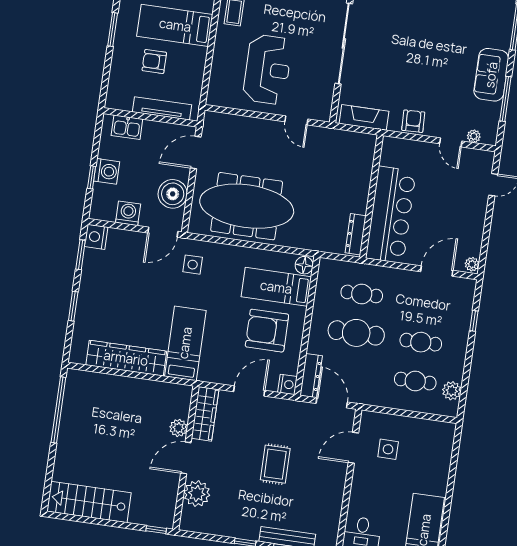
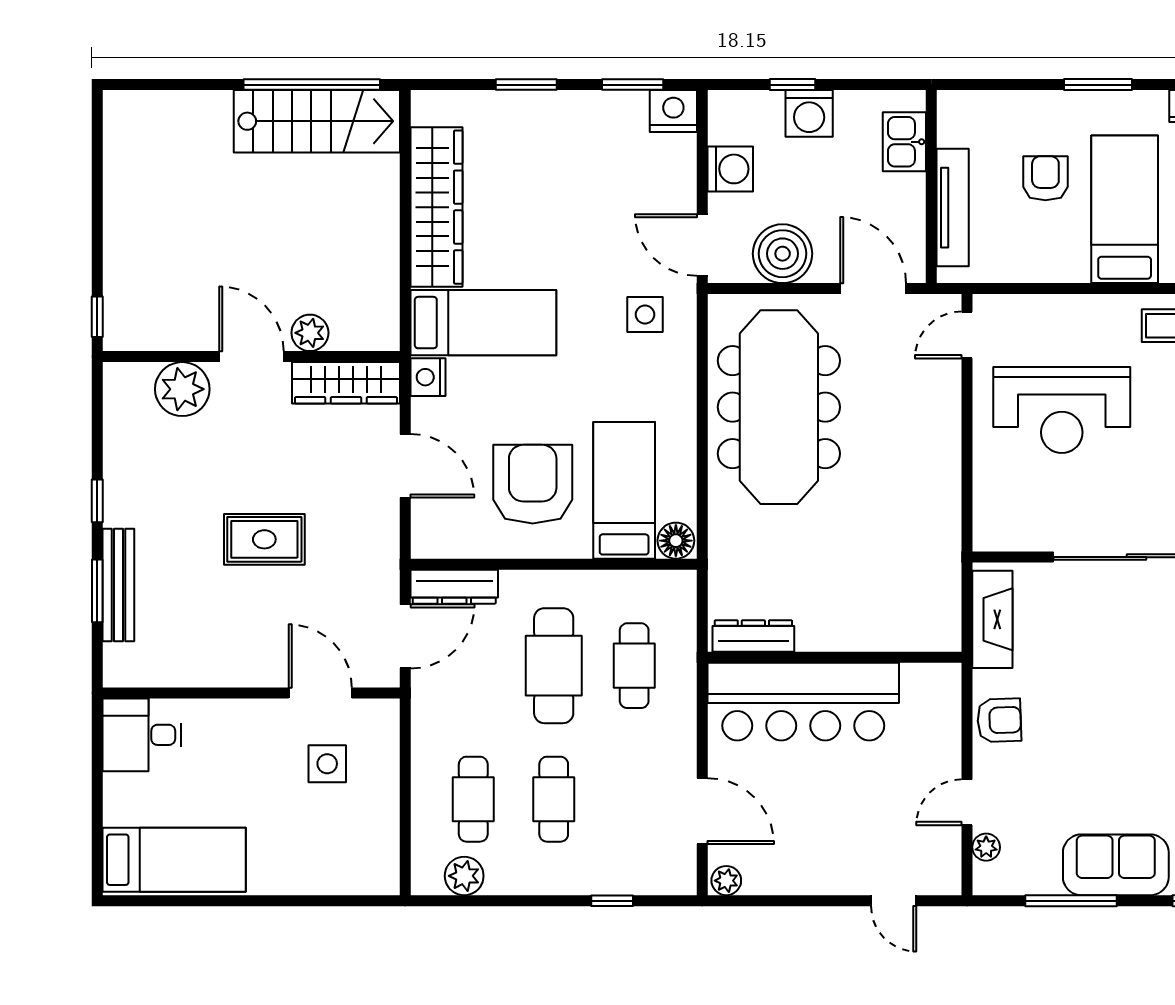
door: (296, 120) -> (967, 335), moved
nightstand: (288, 384) -> (428, 377), moved, turned 90
stairs: (89, 502) -> (317, 121), moved, turned 90

